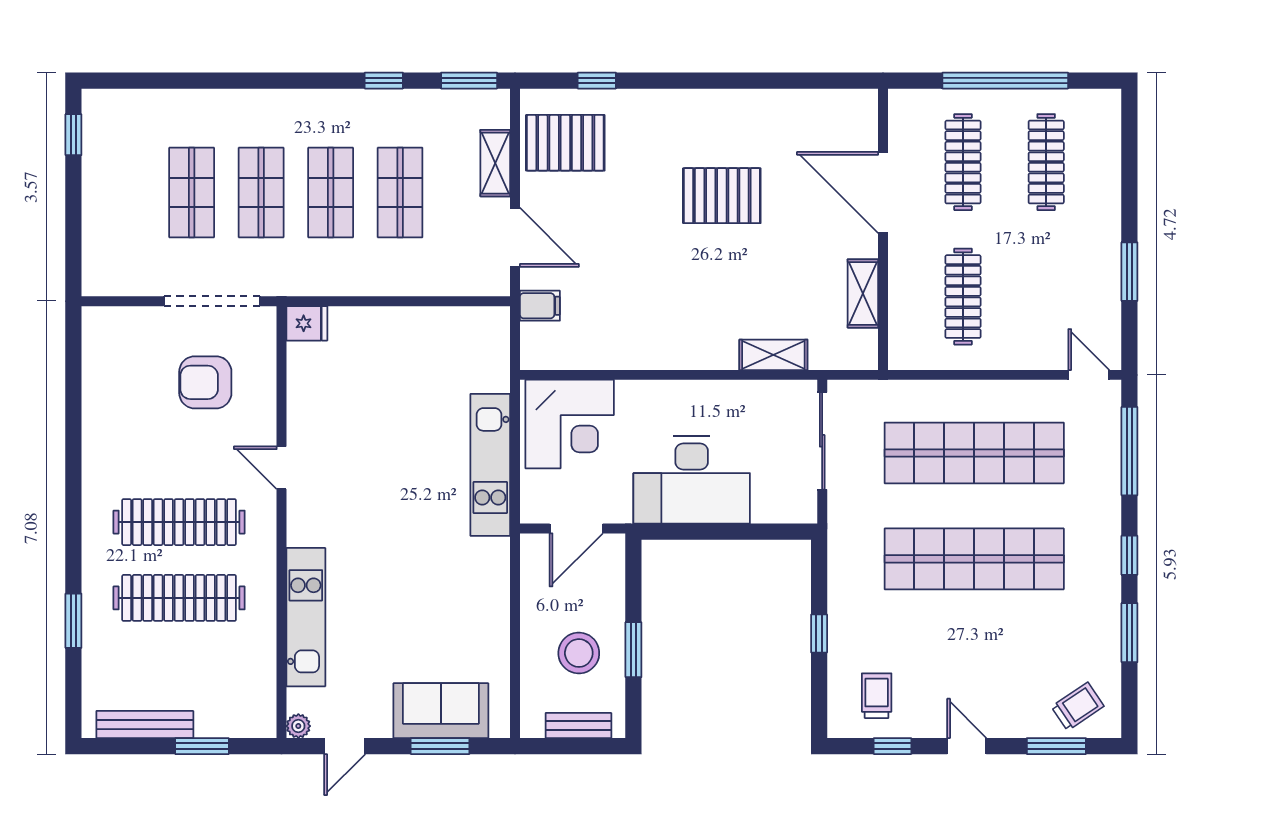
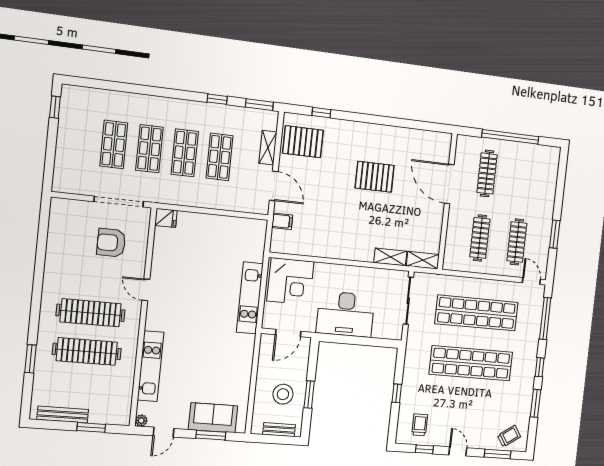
clothes rail: (1046, 162) -> (517, 242), moved
shelving: (863, 293) -> (423, 260), moved, turned 90

